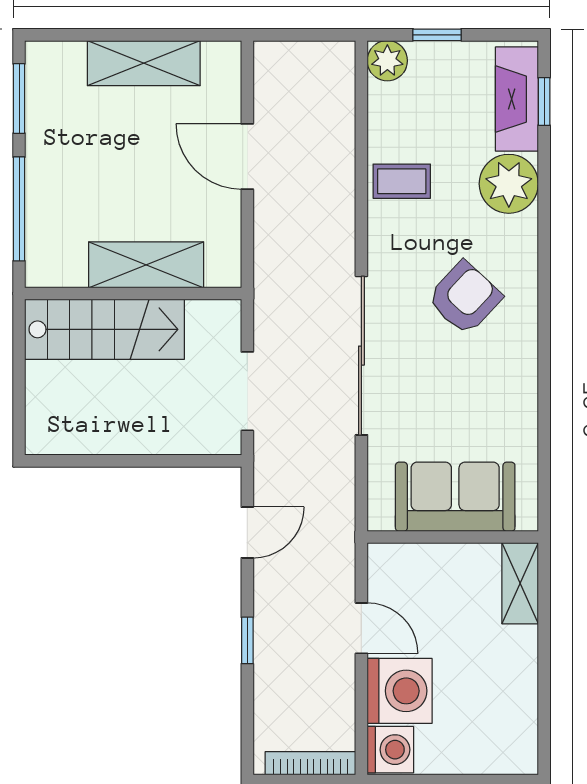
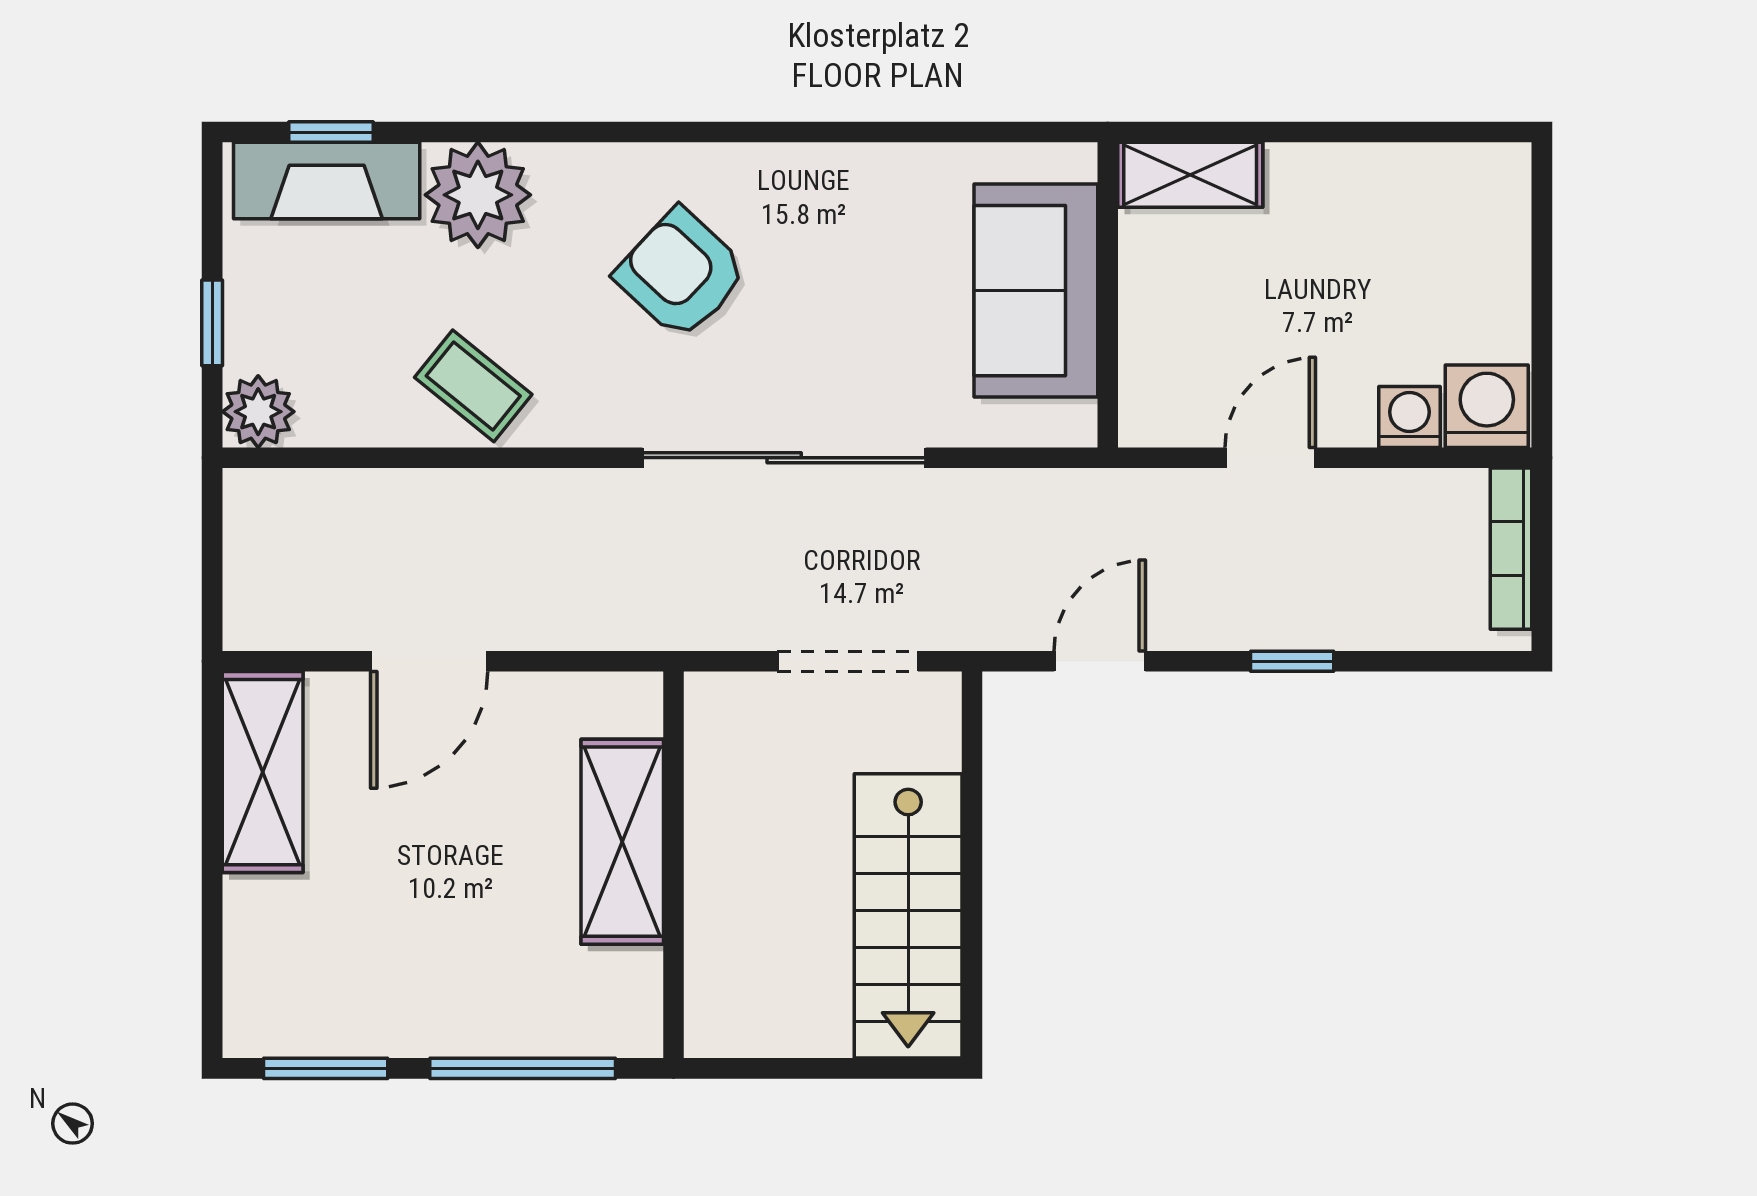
shelving: (144, 63) -> (263, 772), moved
coffee table: (402, 181) -> (473, 386), turned -51
stairs: (105, 329) -> (908, 916), moved, turned 180
door: (247, 533) -> (1100, 661), hinge flipped
washing machine: (400, 691) -> (1409, 417), width x0.53, depth x0.53

